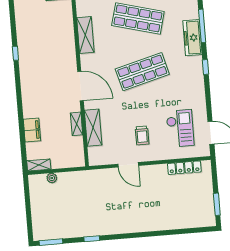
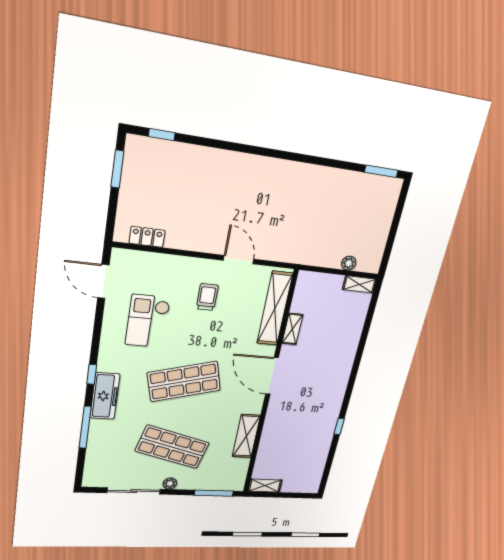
freezer: (192, 38) -> (105, 396), moved
shelving: (93, 128) -> (275, 309), width x1.47
checkout: (180, 128) -> (148, 321), moved
filing cabinet: (32, 130) -> (352, 332), removed
locker: (184, 168) -> (147, 237), width x0.66
window: (92, 239) -> (162, 135), moved

